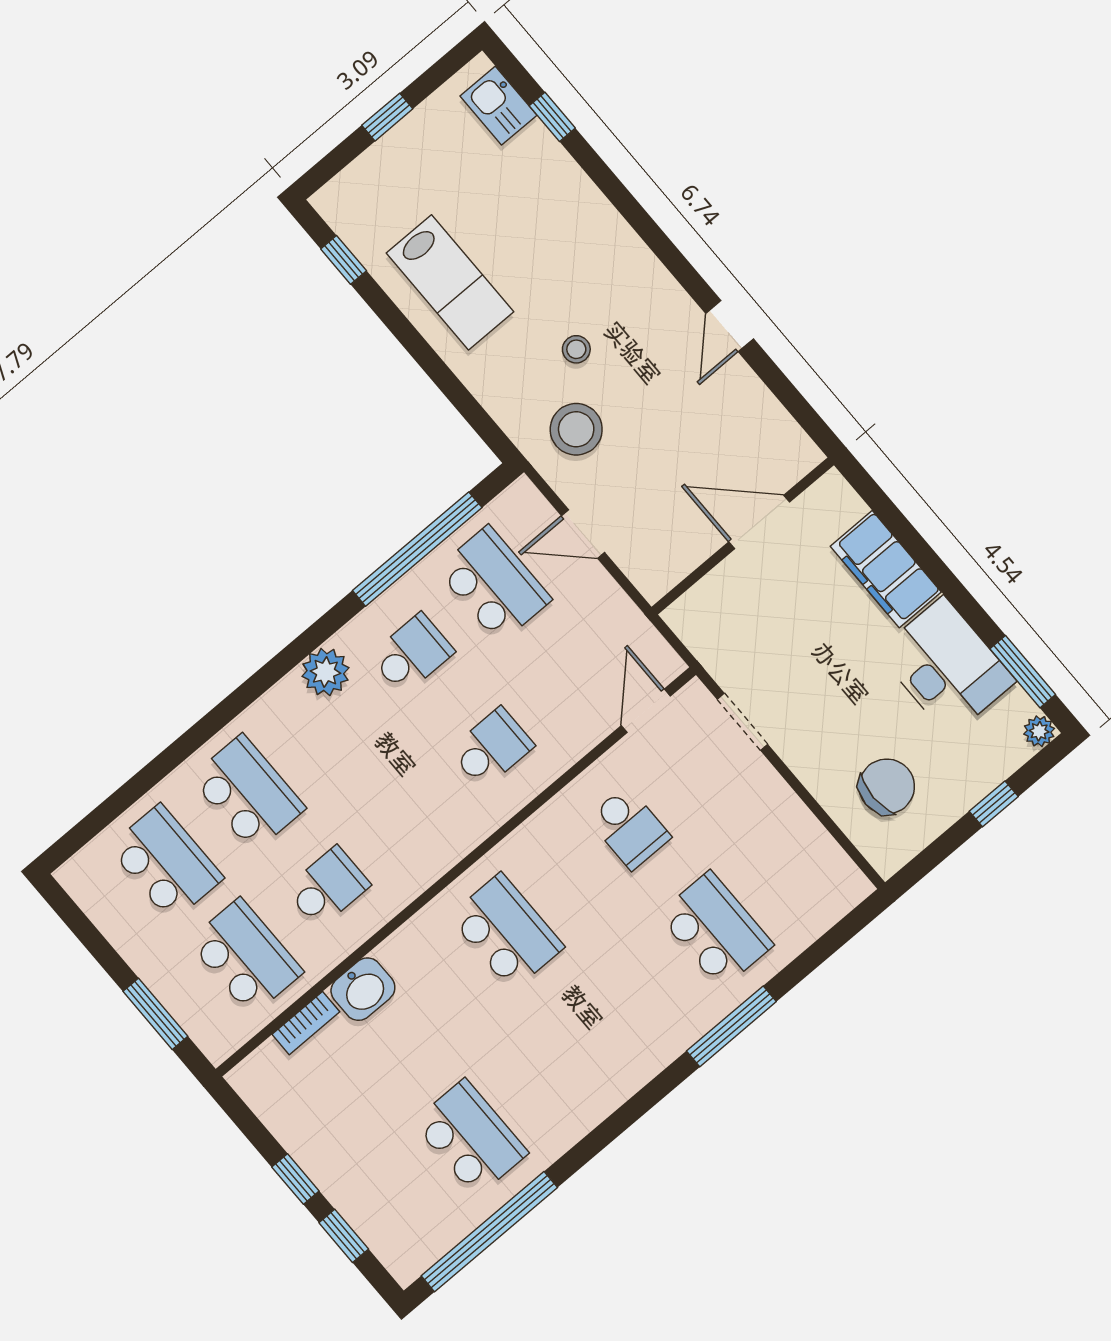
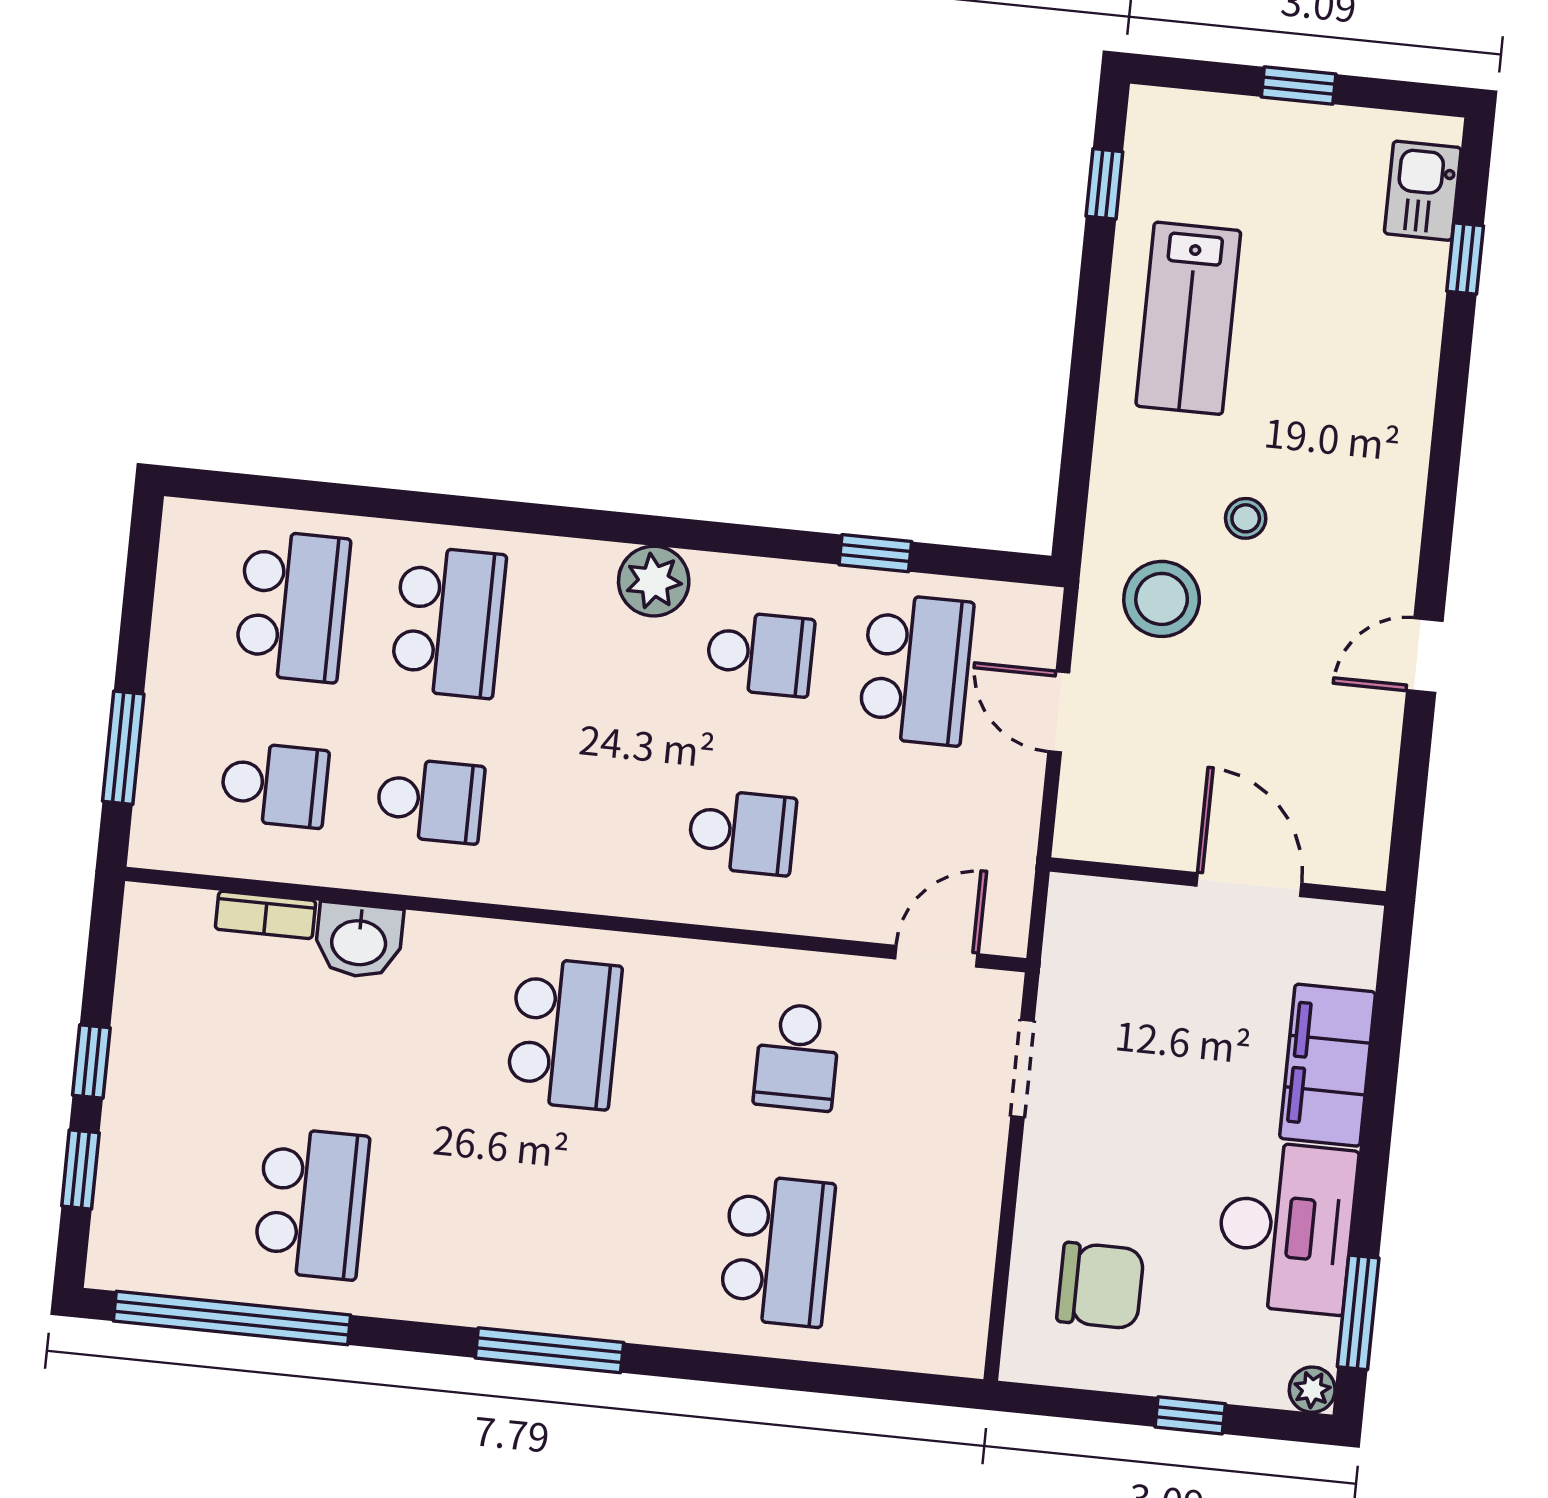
window: (417, 549) -> (875, 553), width x0.32
school desk: (246, 957) -> (274, 785), width x0.54
window: (731, 1026) -> (549, 1350), moved

